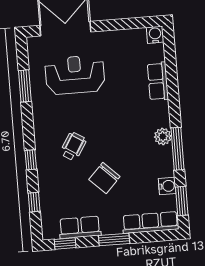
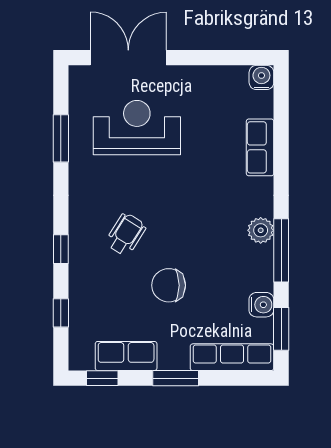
chair: (104, 178) -> (169, 285), turned 46

